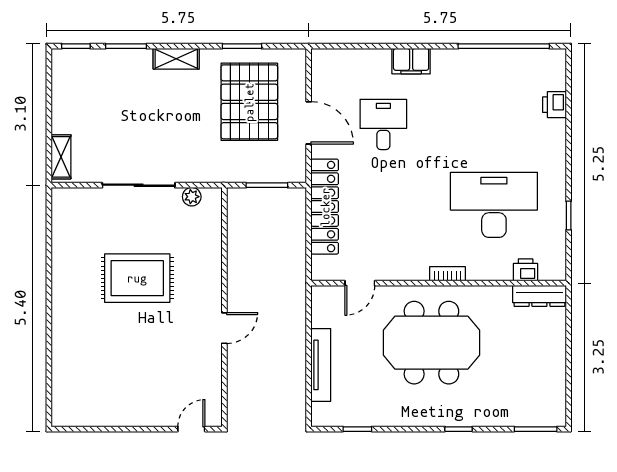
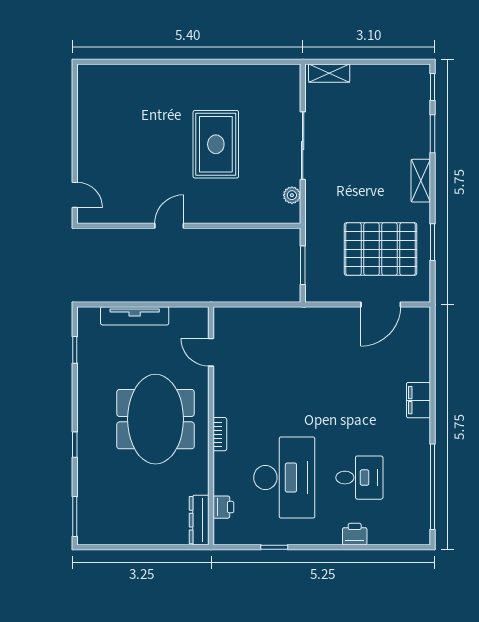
printer: (554, 105) -> (355, 534), moved
door: (309, 123) -> (381, 305), moved
desk: (383, 124) -> (359, 478), moved
locker: (325, 207) -> (283, 319), removed
door: (224, 328) -> (169, 226), swing flipped

